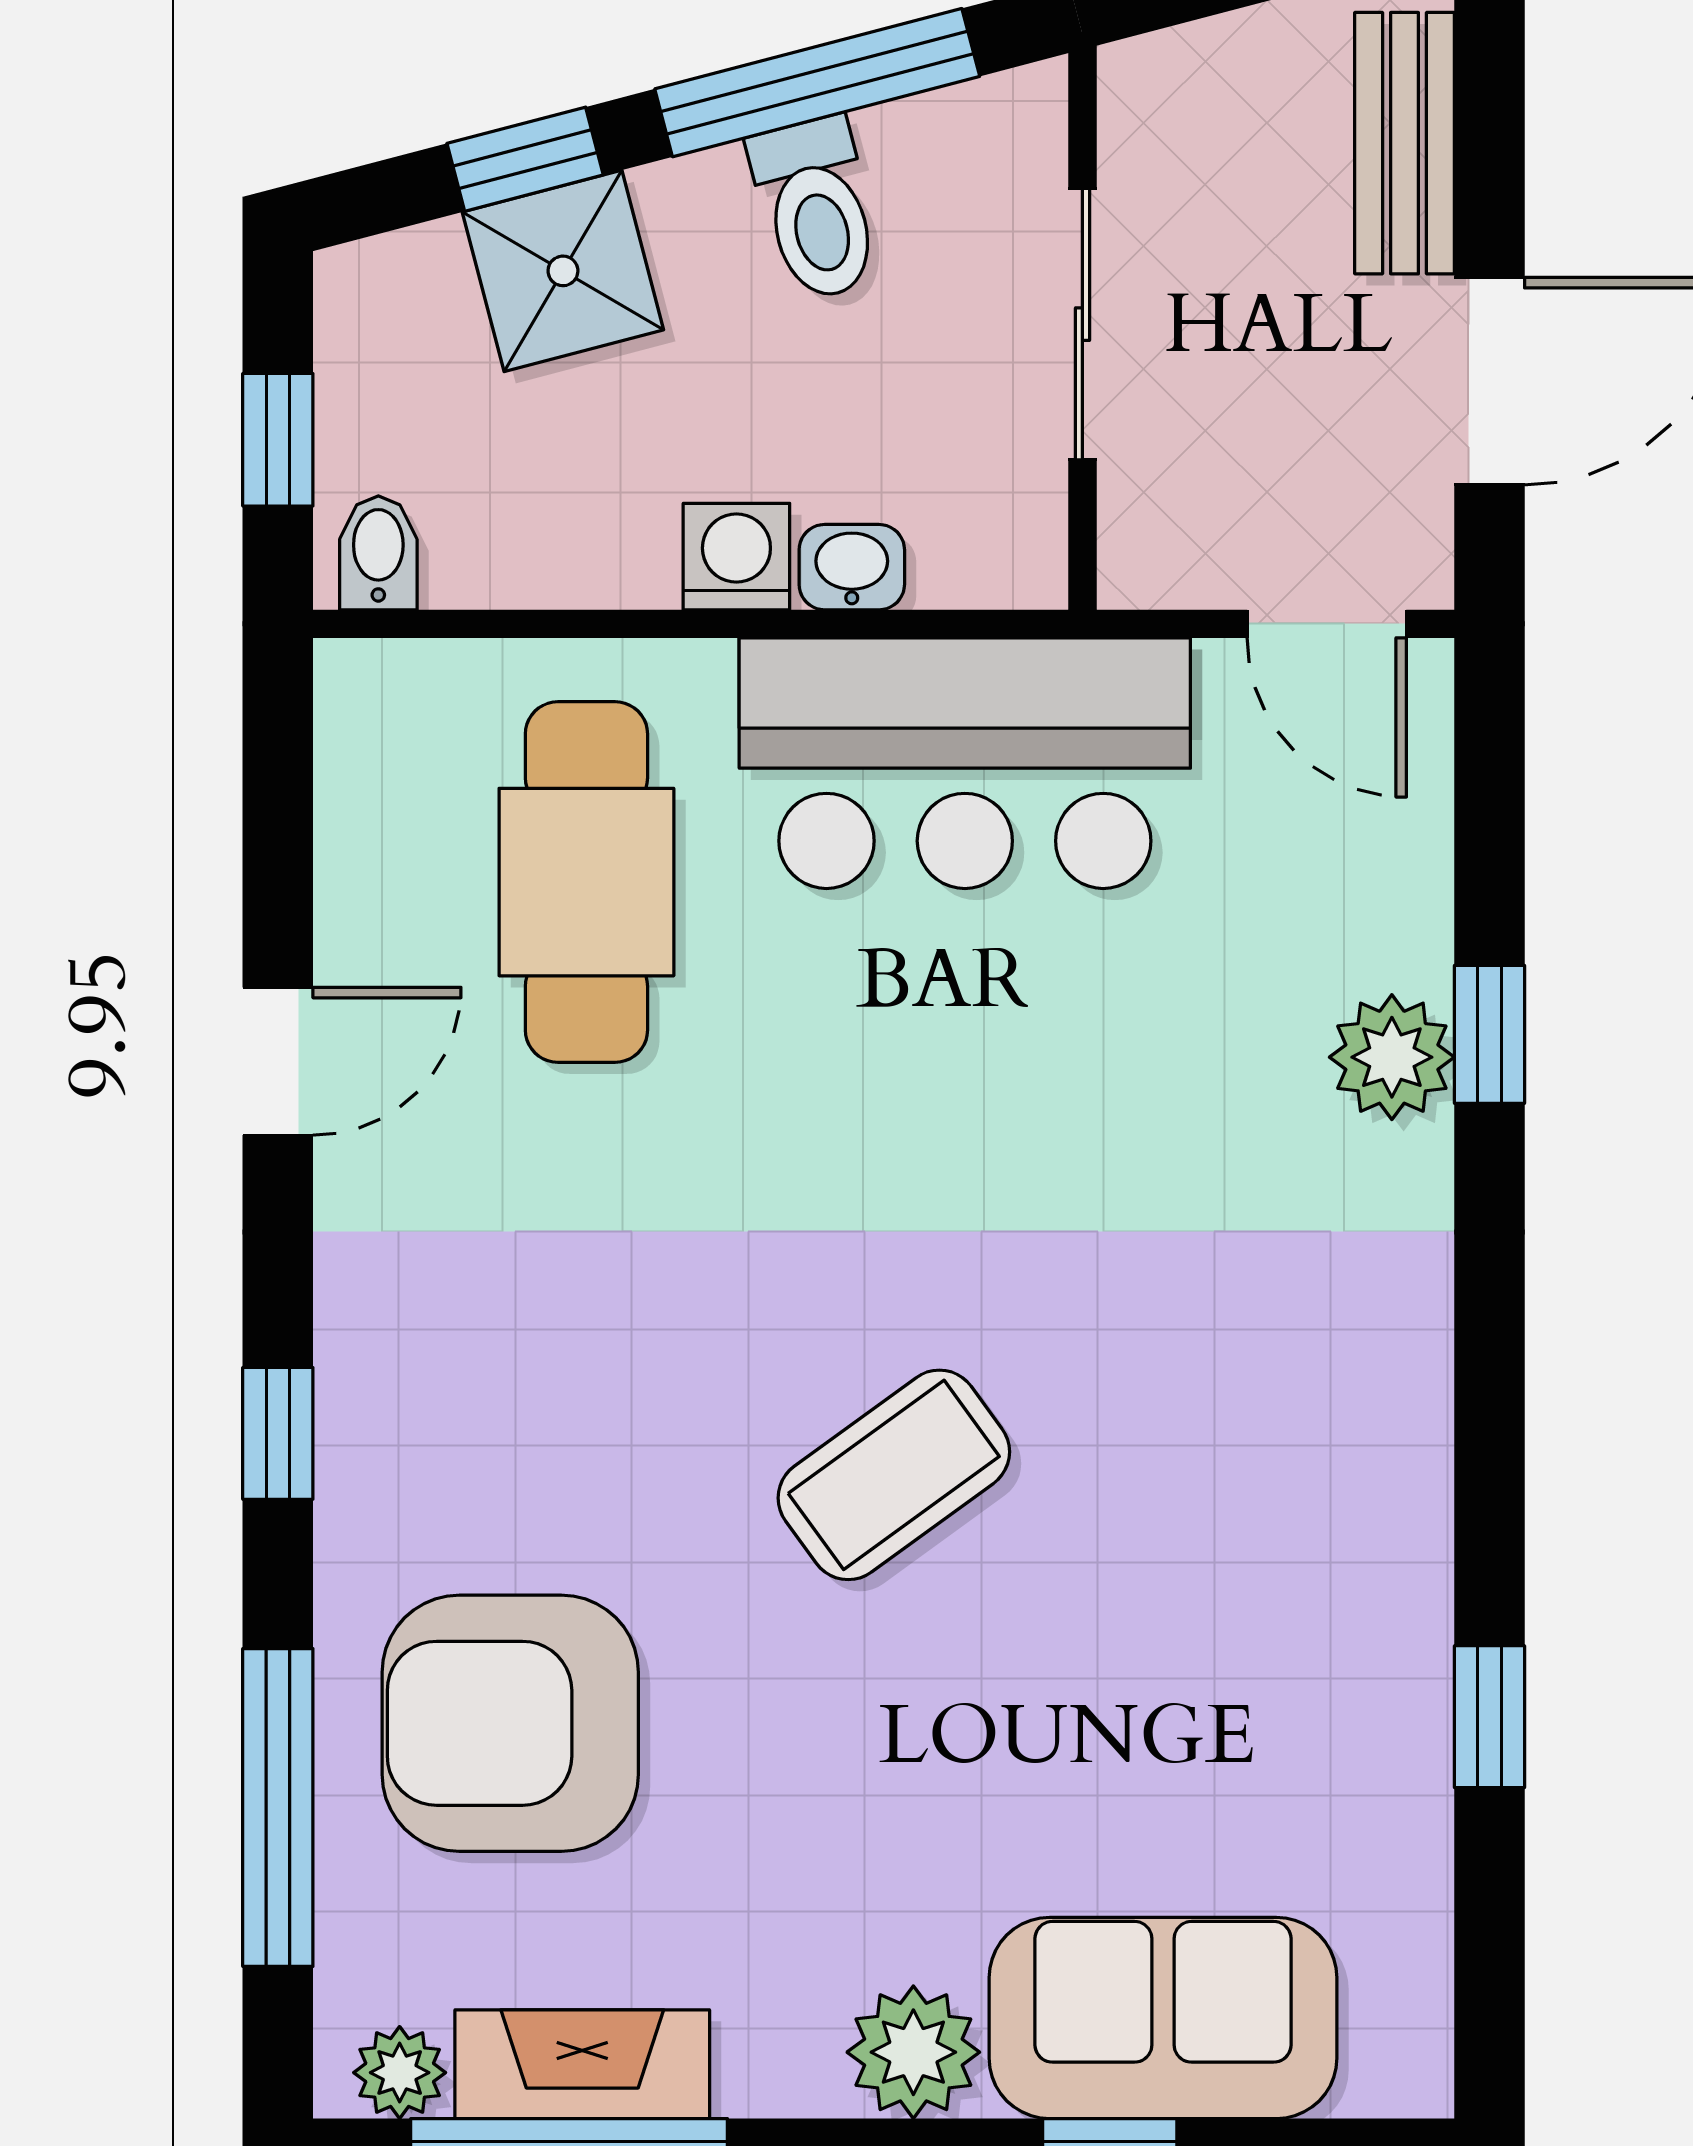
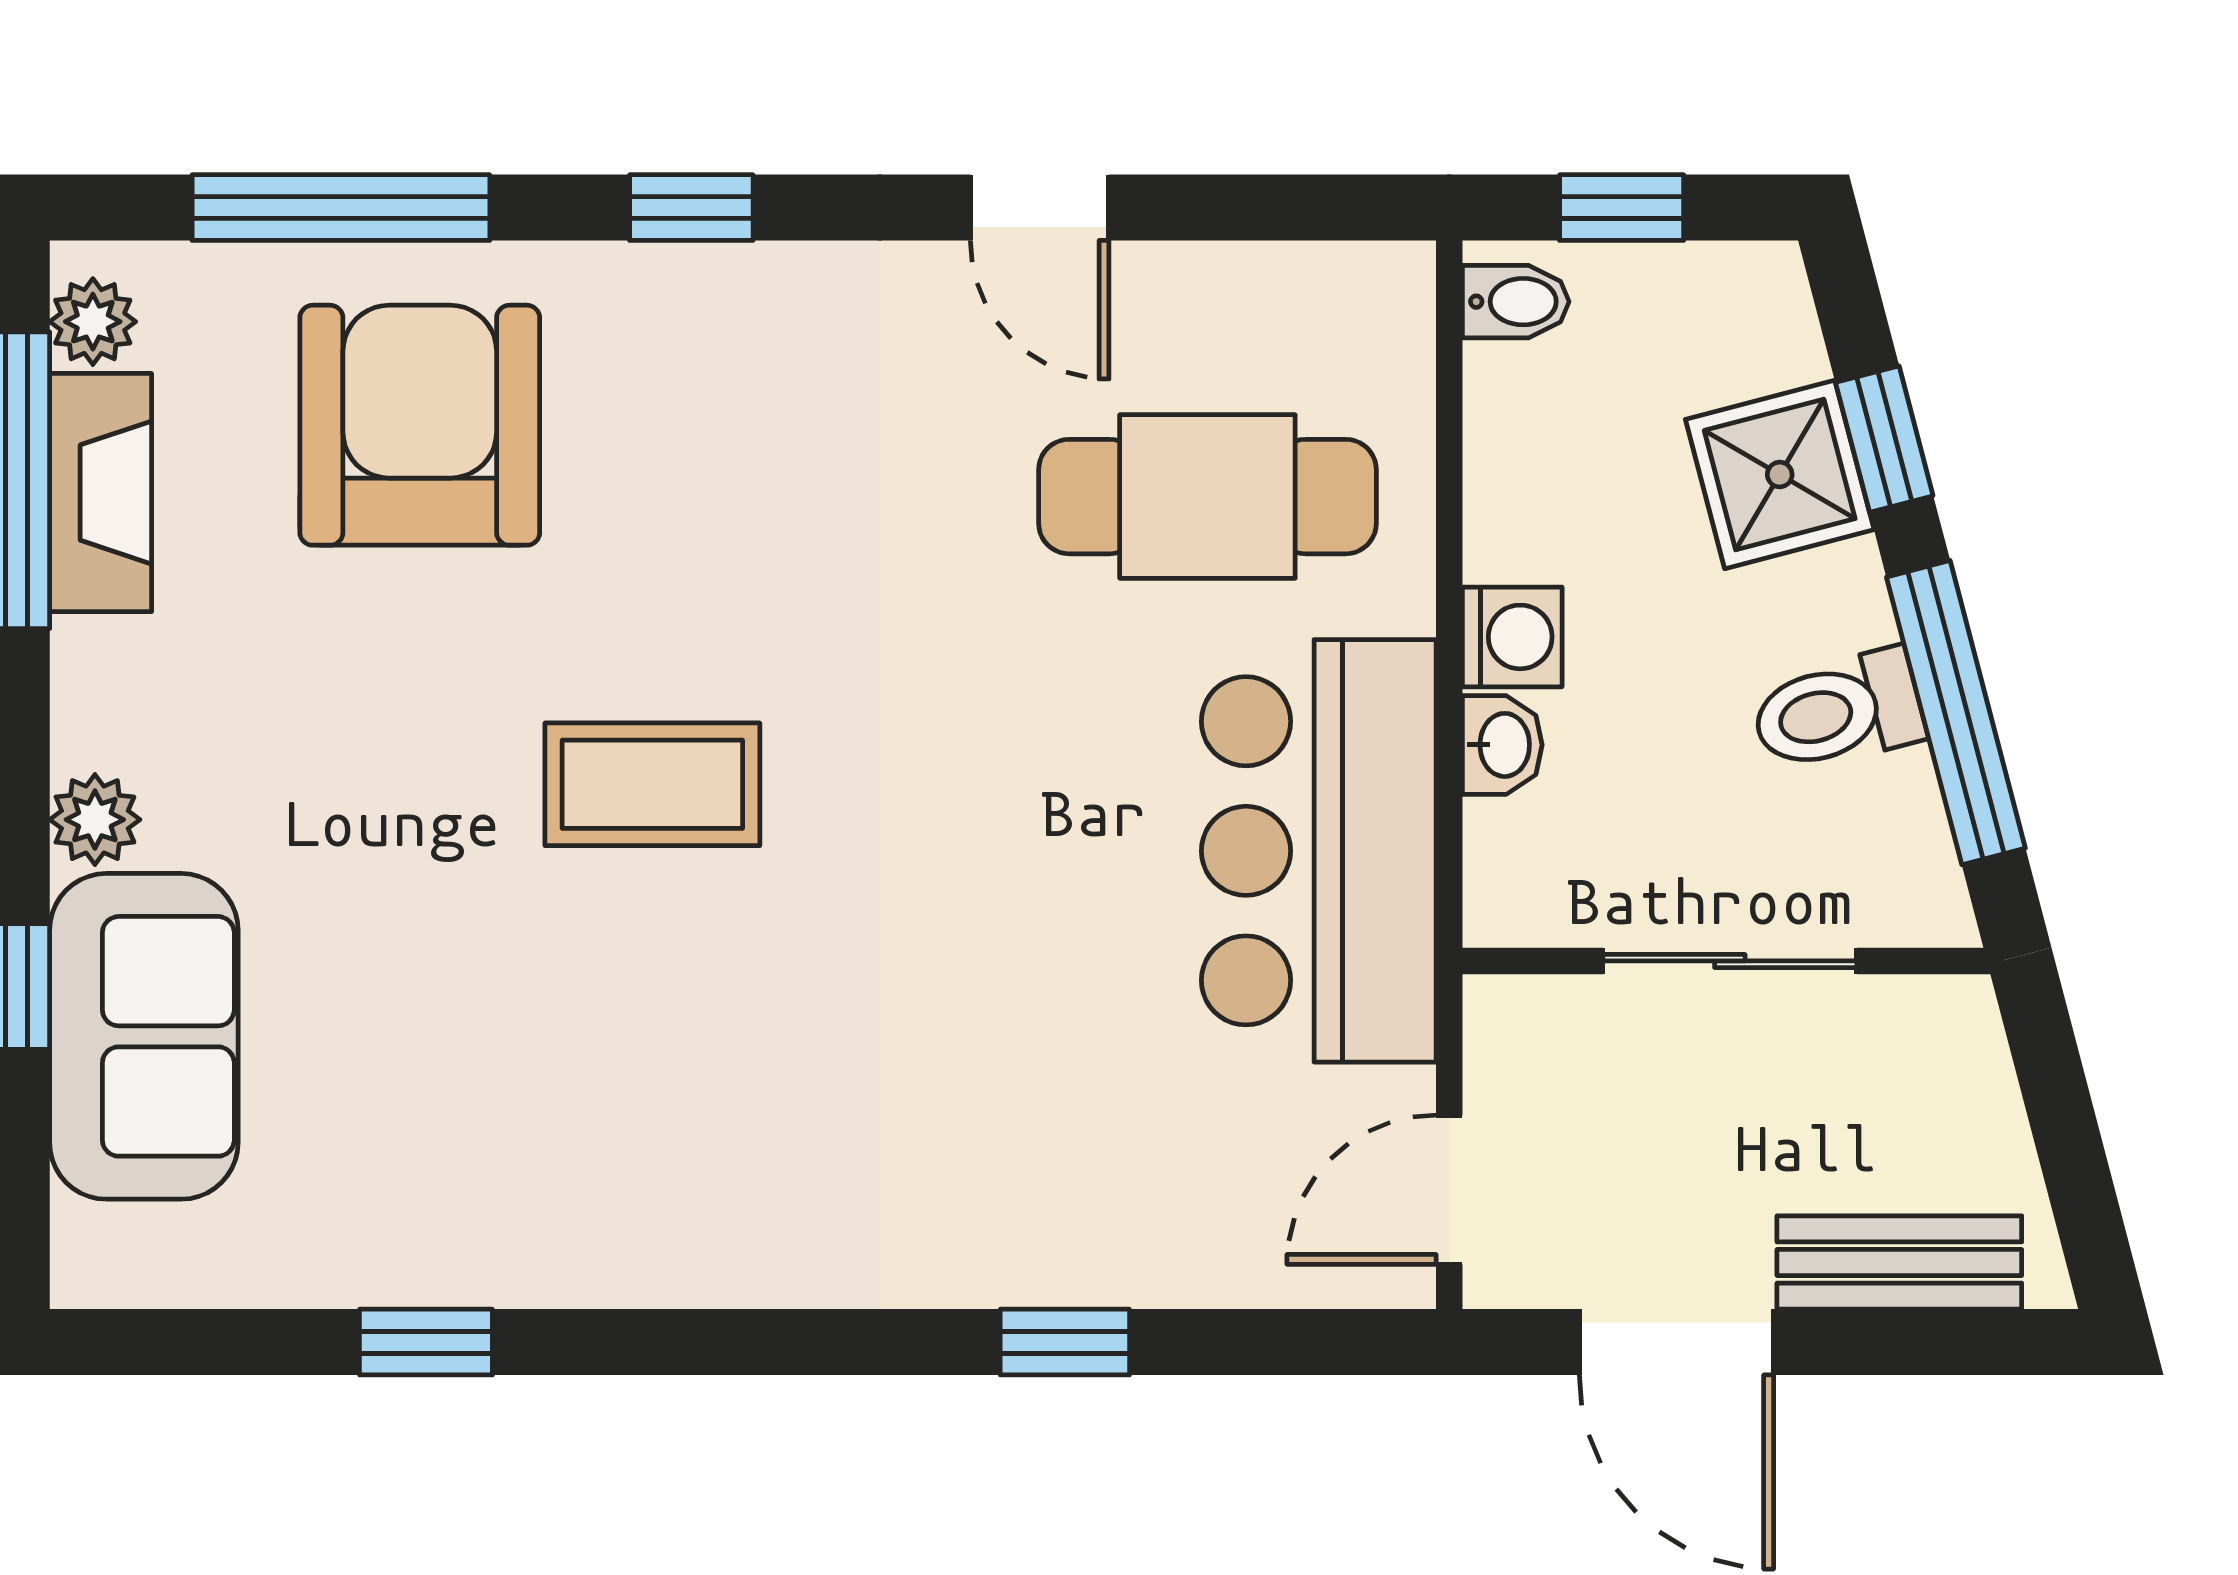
plant: (1392, 1057) -> (1043, 1251), removed
coffee table: (894, 1475) -> (652, 784), turned -54
plant: (913, 2052) -> (95, 820), width x0.73, depth x0.73

